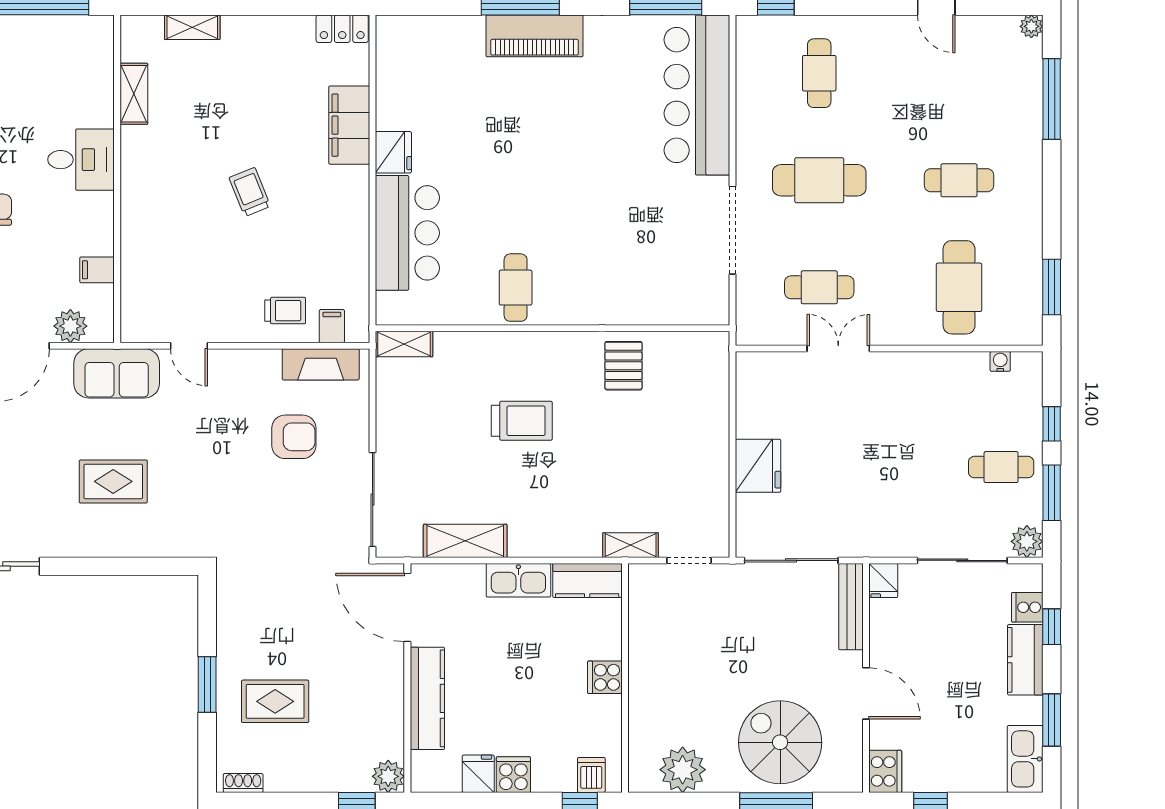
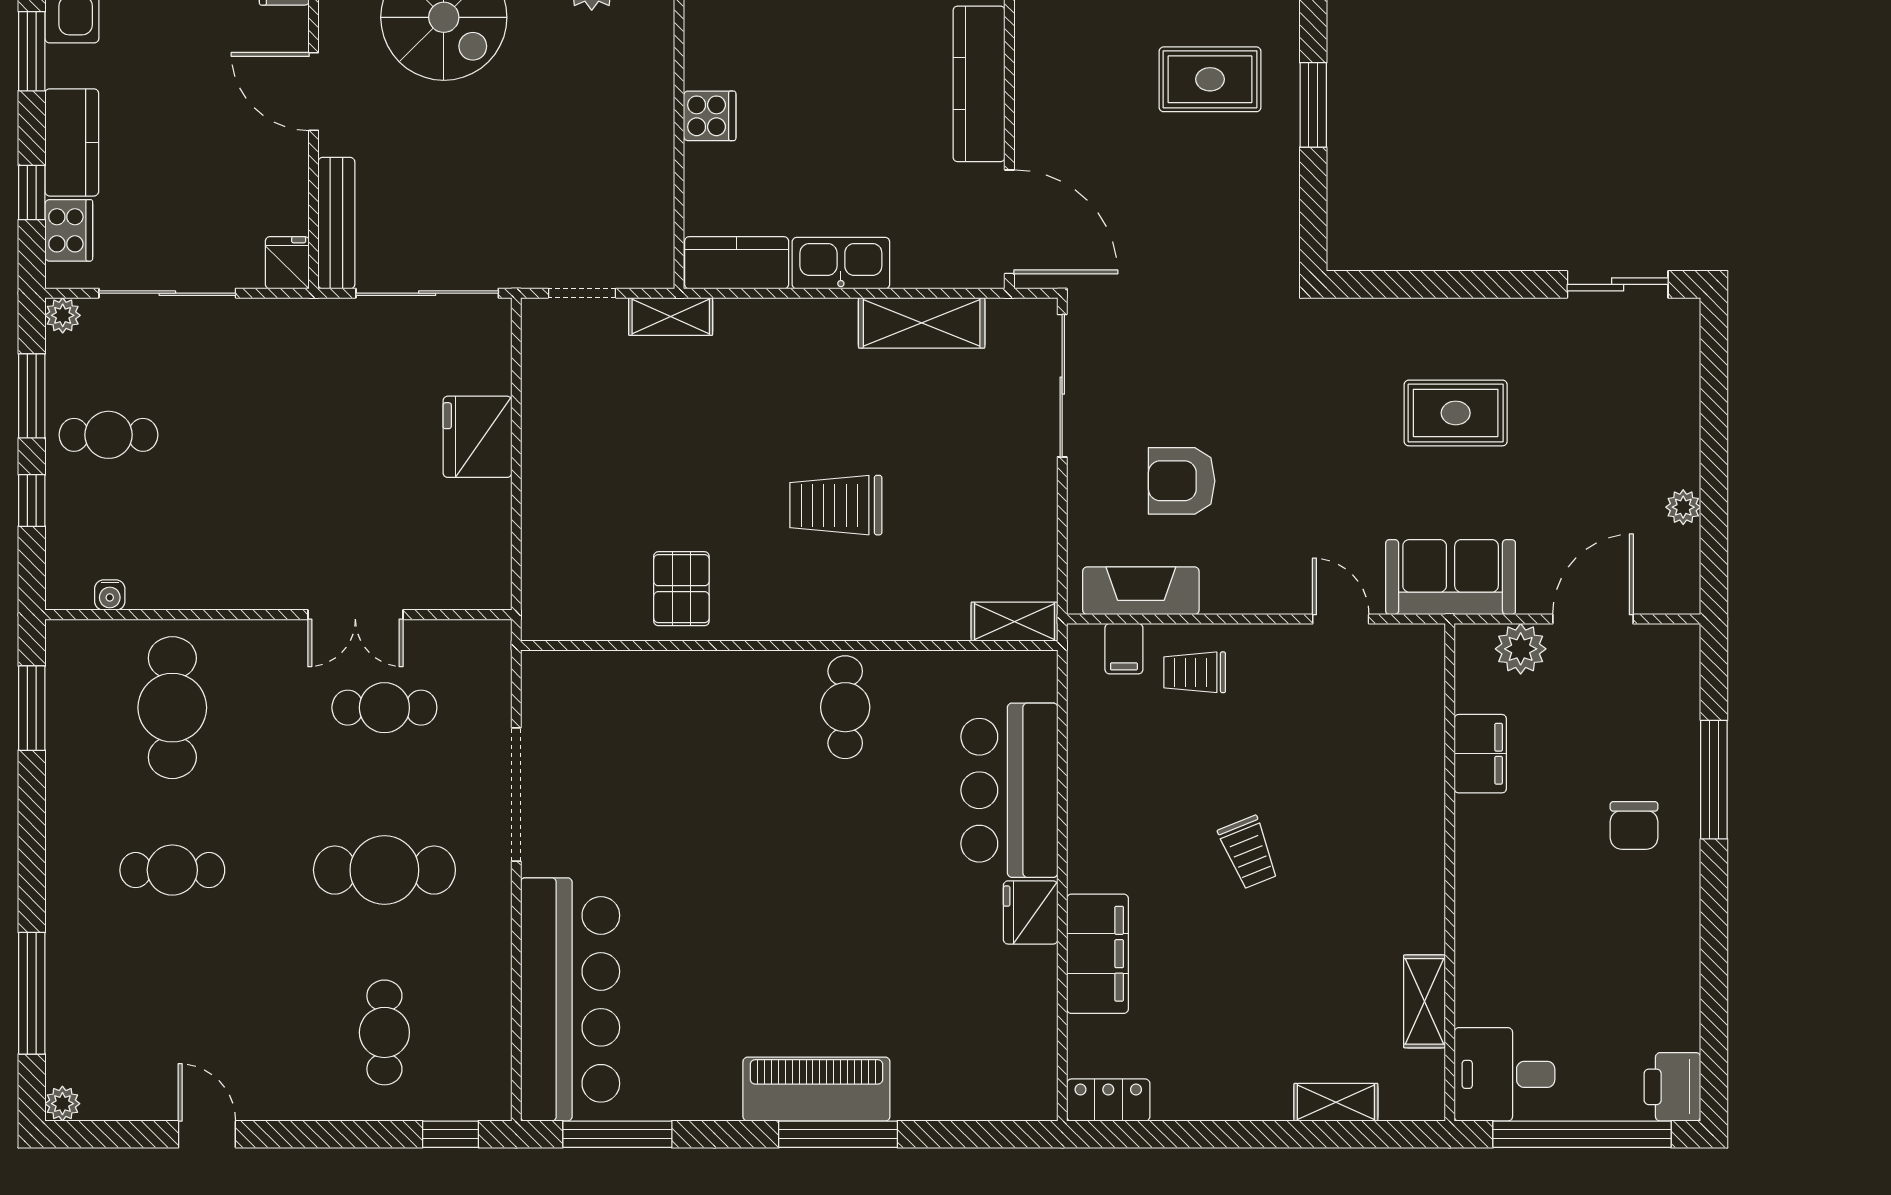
desk: (81, 160) -> (1504, 1074), moved
filing cabinet: (97, 270) -> (1480, 754), width x2.00
plant: (1027, 541) -> (63, 315), width x0.73, depth x0.73
cooker: (1027, 607) -> (69, 230), width x1.36

